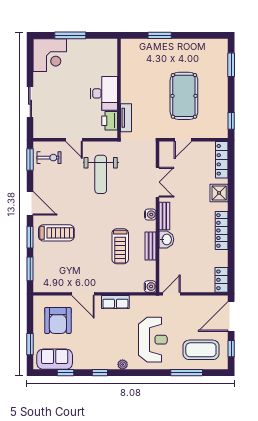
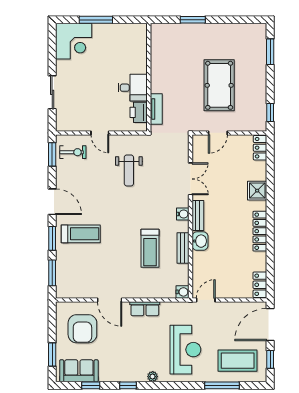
desk: (104, 93) -> (133, 88), width x0.73
locker: (222, 160) -> (260, 148), width x0.66
weight bench: (101, 174) -> (129, 170), width x0.73, depth x0.75

